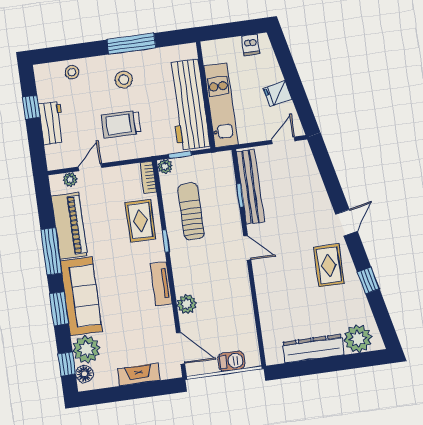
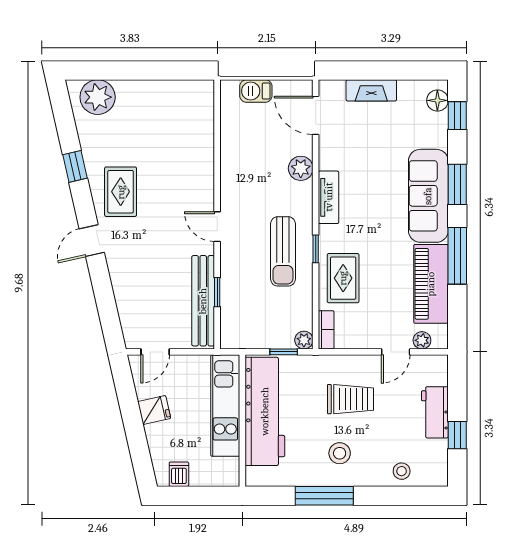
sun lounger: (191, 211) -> (283, 251), moved
dresser: (313, 348) -> (154, 93), removed
plant: (86, 349) -> (431, 130), removed

